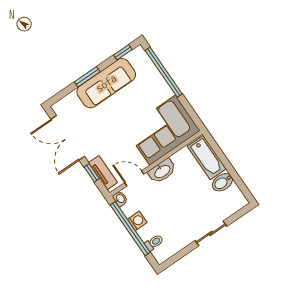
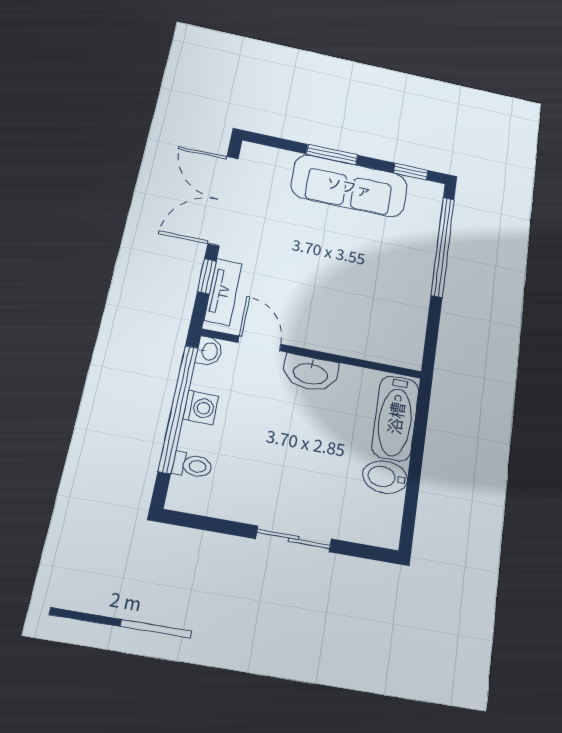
corner sofa: (163, 130) -> (367, 319), removed

